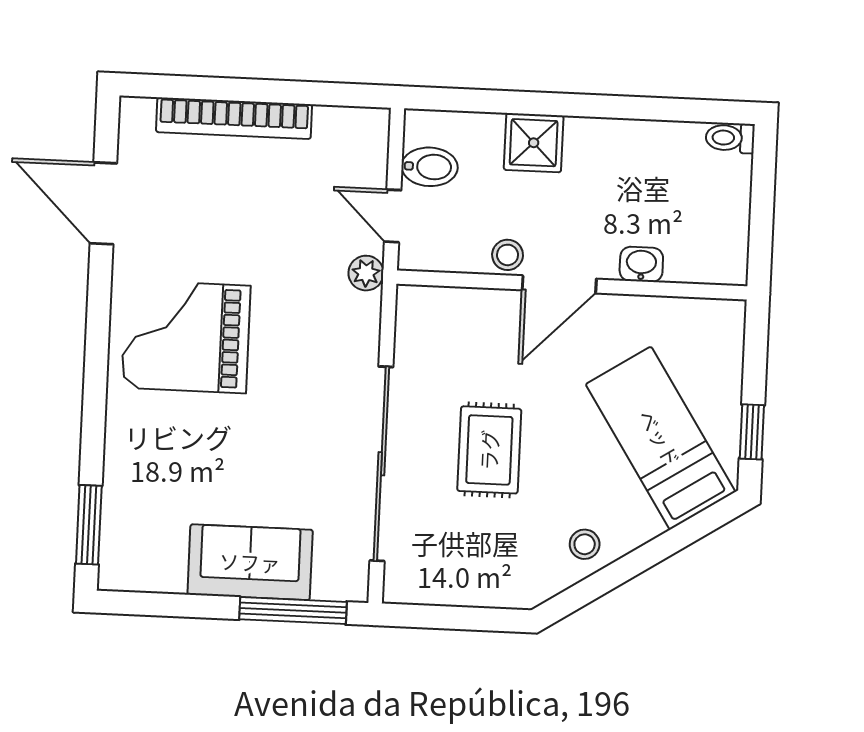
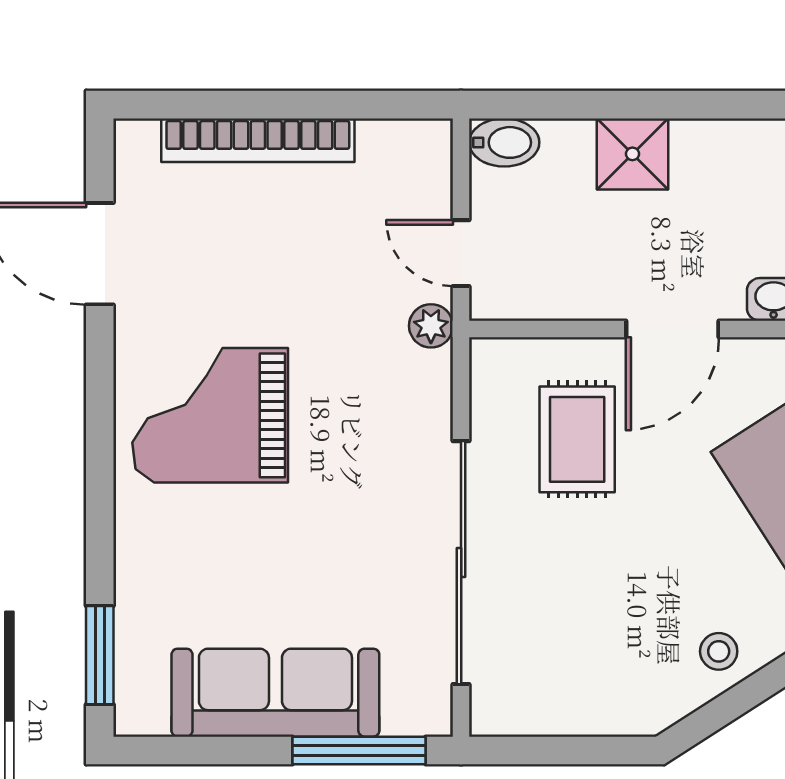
bidet: (430, 167) -> (504, 142), moved
stool: (508, 255) -> (606, 295), removed
rug: (489, 450) -> (577, 439), moved
sofa: (250, 562) -> (275, 693), width x1.36

